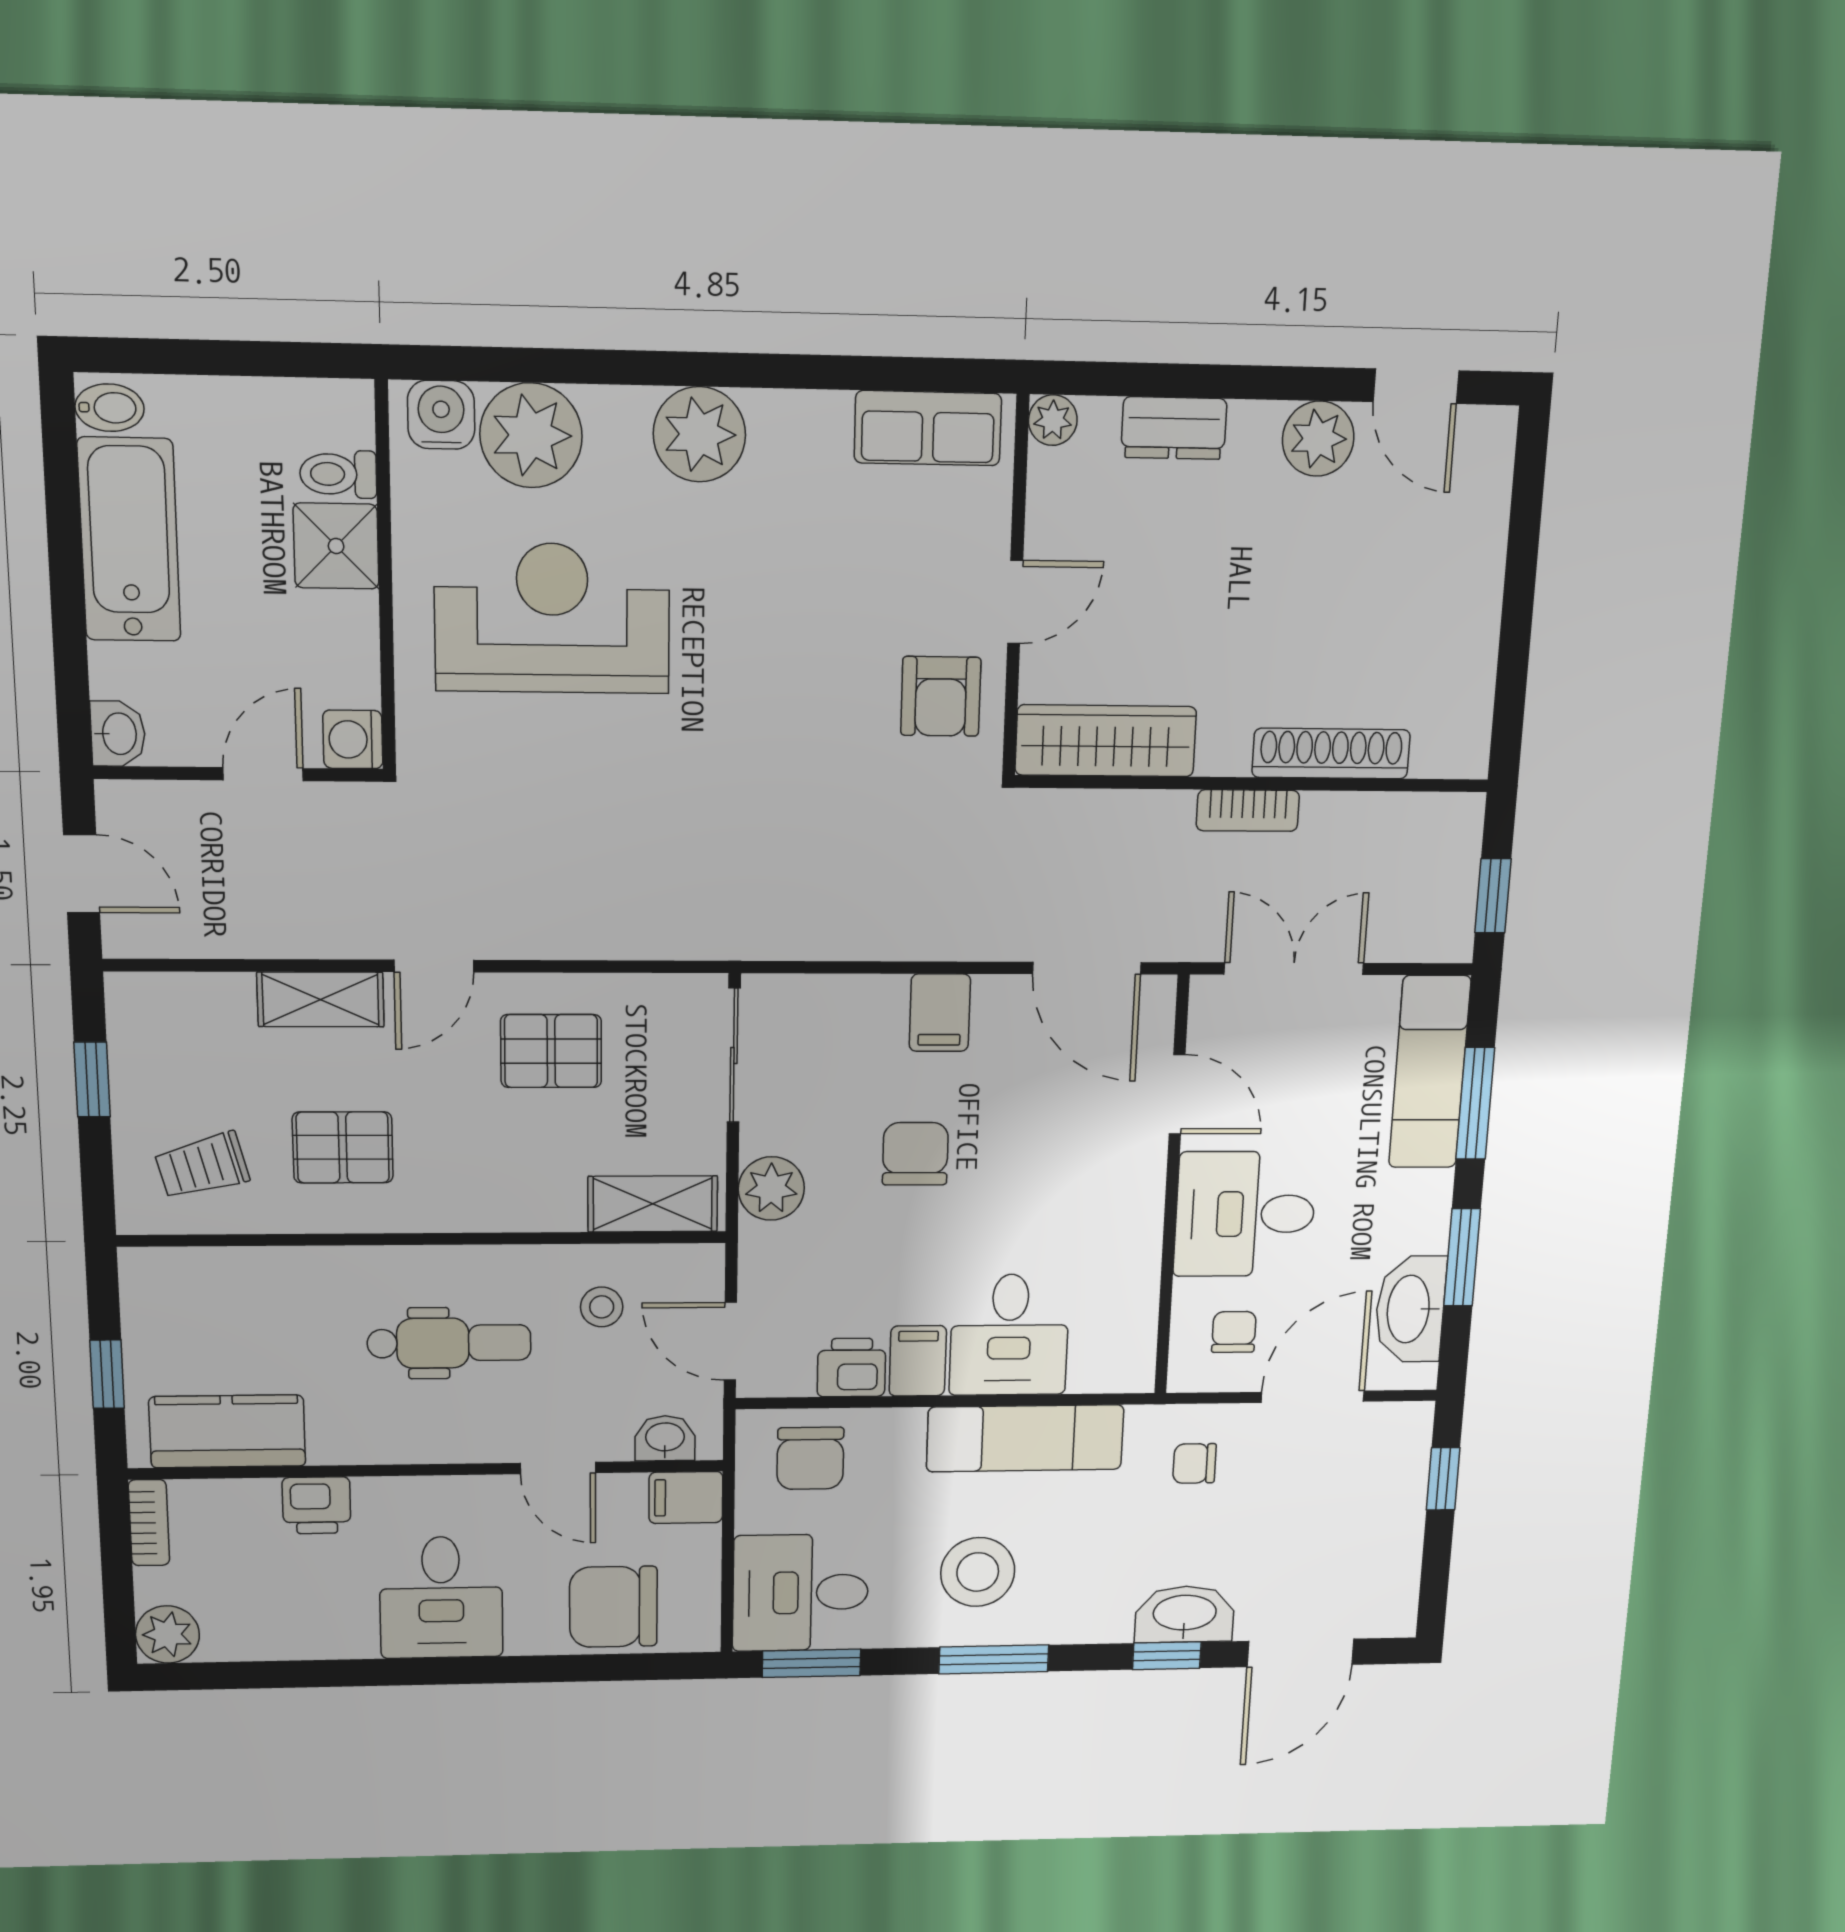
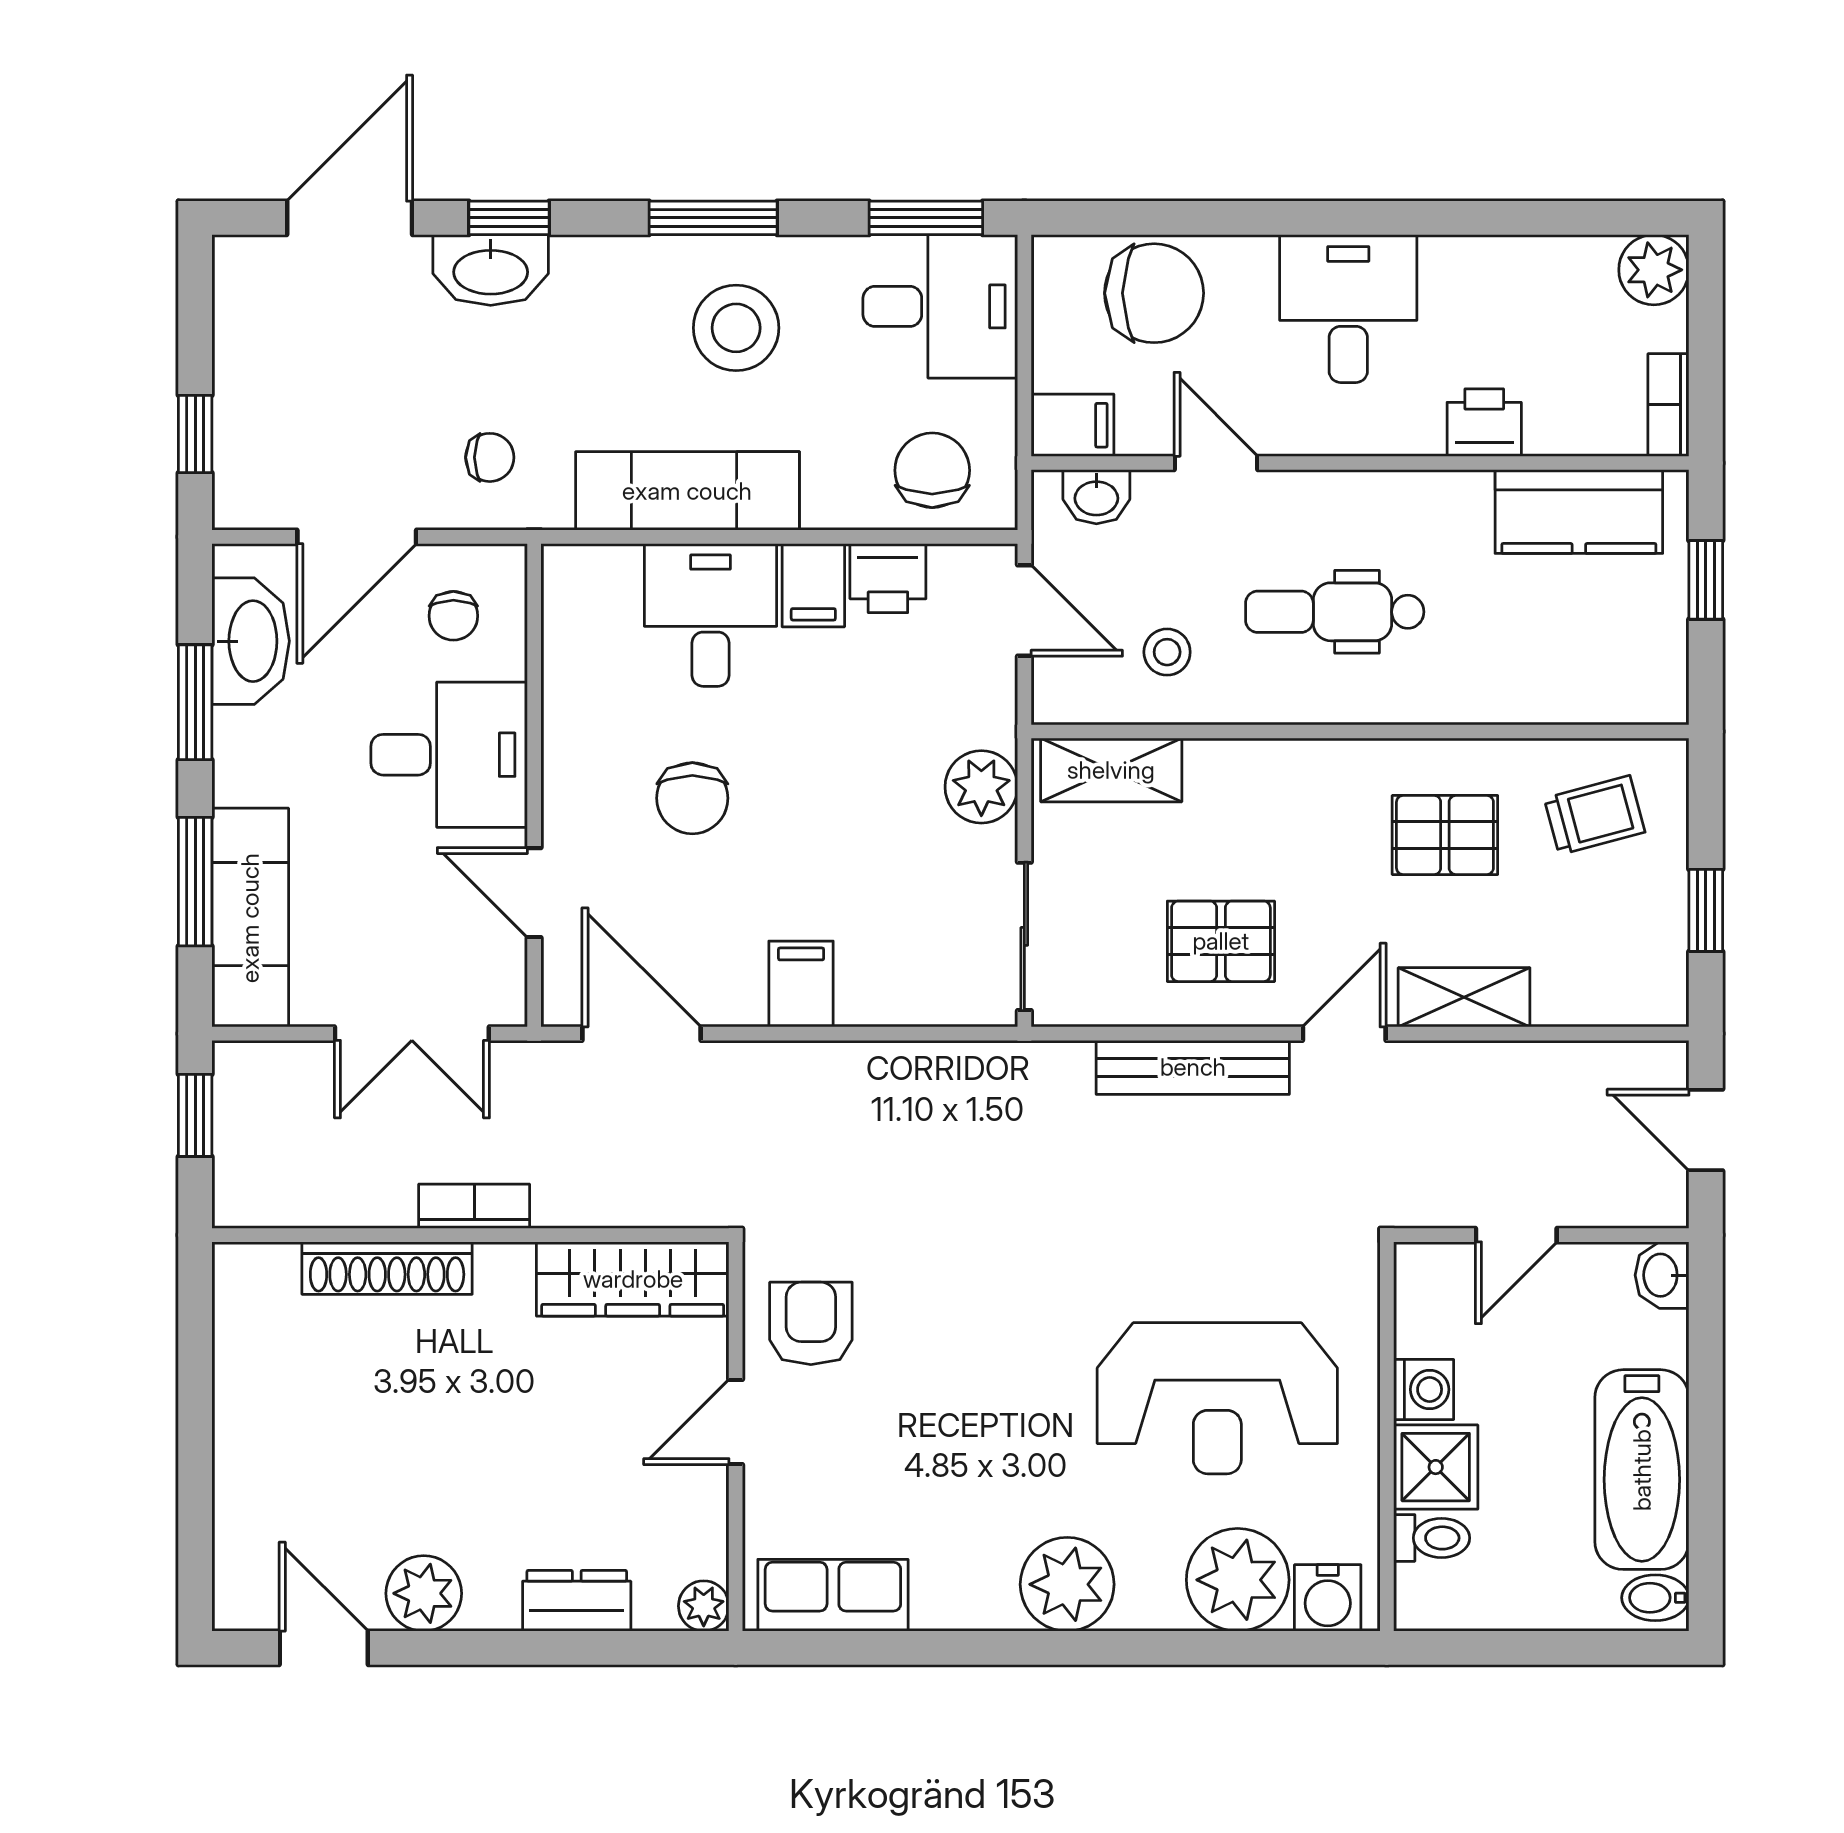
washing machine: (353, 739) -> (1424, 1389), moved
bench: (577, 935) -> (1193, 1067), added
chair: (915, 1154) -> (692, 798), moved

